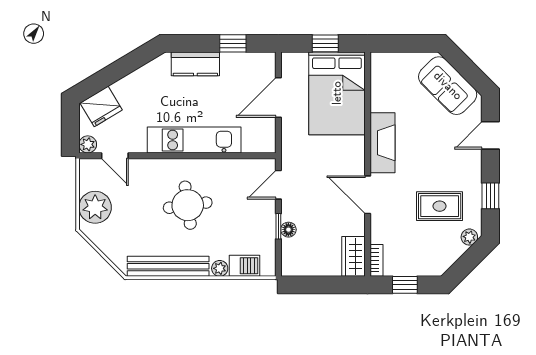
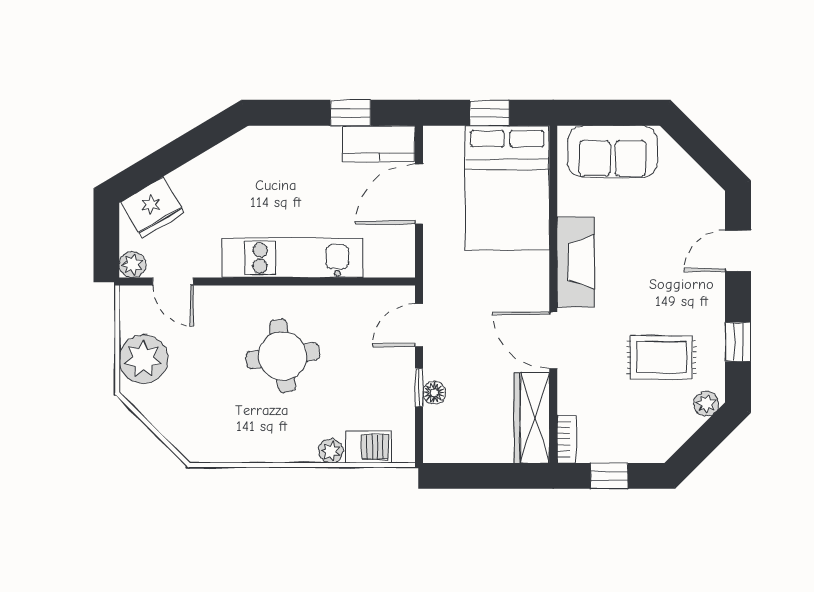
kitchen counter: (195, 64) -> (379, 144), moved
sofa: (448, 86) -> (613, 151), moved, turned -45
wardrobe: (353, 256) -> (532, 418), width x1.50
bench: (168, 266) -> (253, 448), removed

